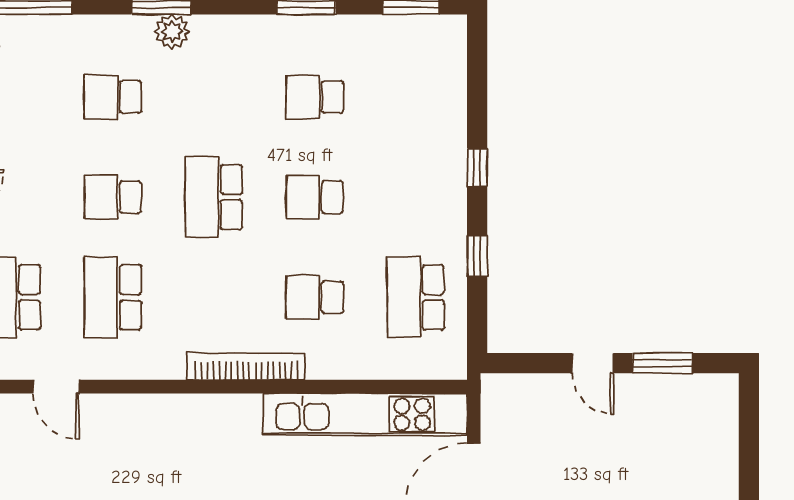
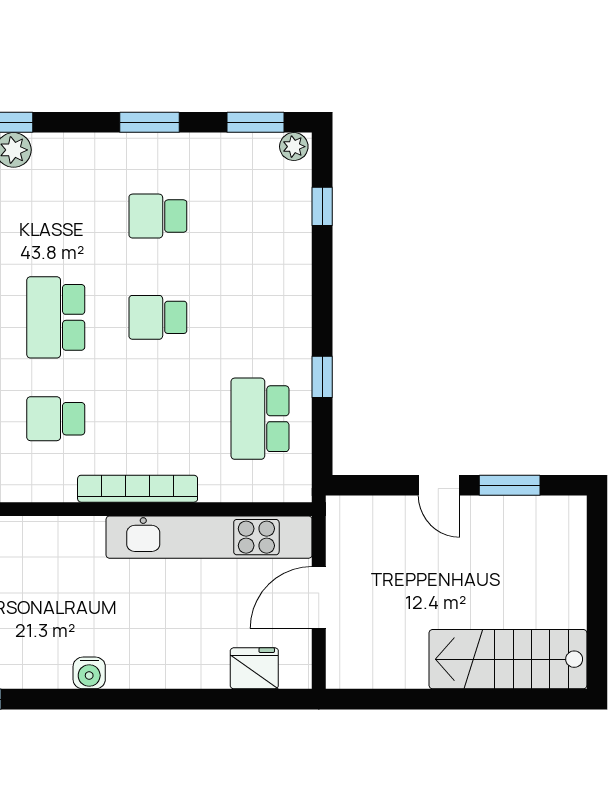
plant: (449, 28) -> (294, 147), added
window: (477, 167) -> (322, 206), moved
school desk: (315, 297) -> (56, 419), moved
bookcase: (246, 367) -> (138, 489), moved

